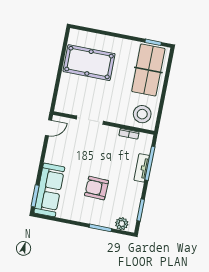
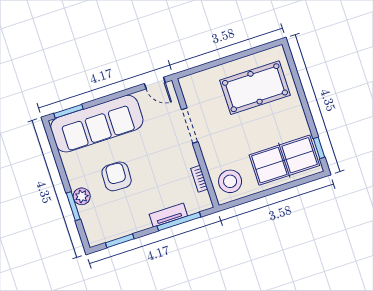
pool table: (89, 63) -> (255, 88), turned 90
sofa: (49, 190) -> (97, 124), width x1.36, depth x1.27
plant: (122, 224) -> (82, 196), moved

